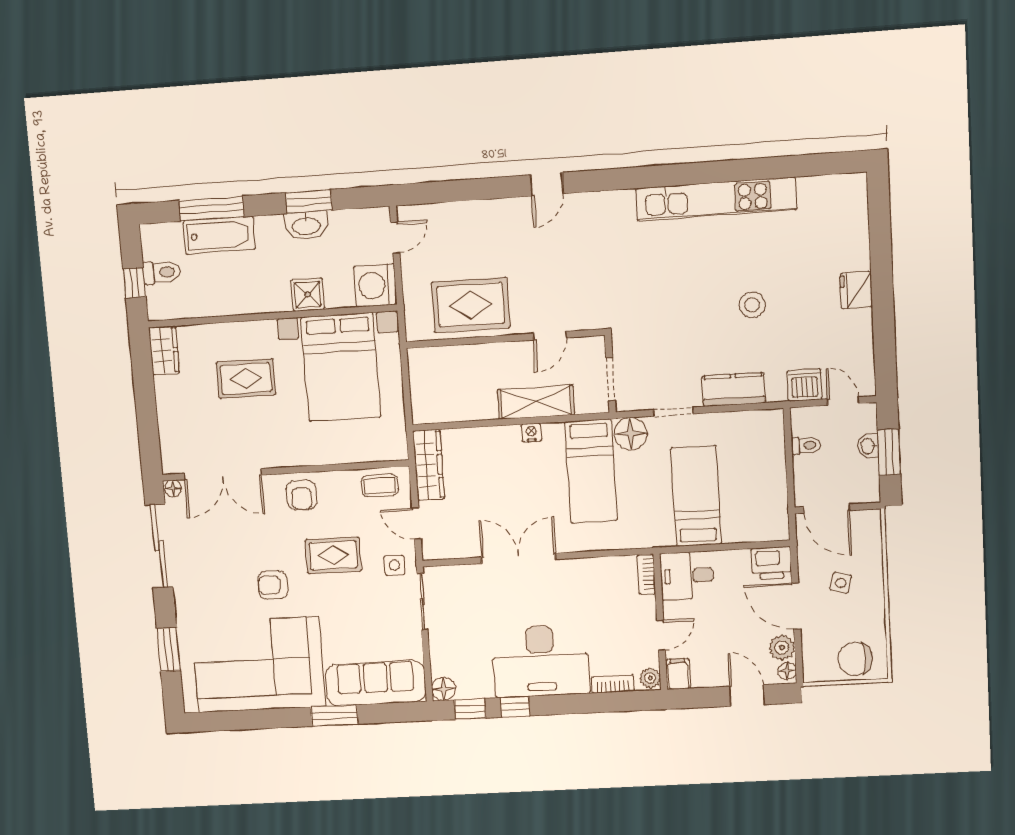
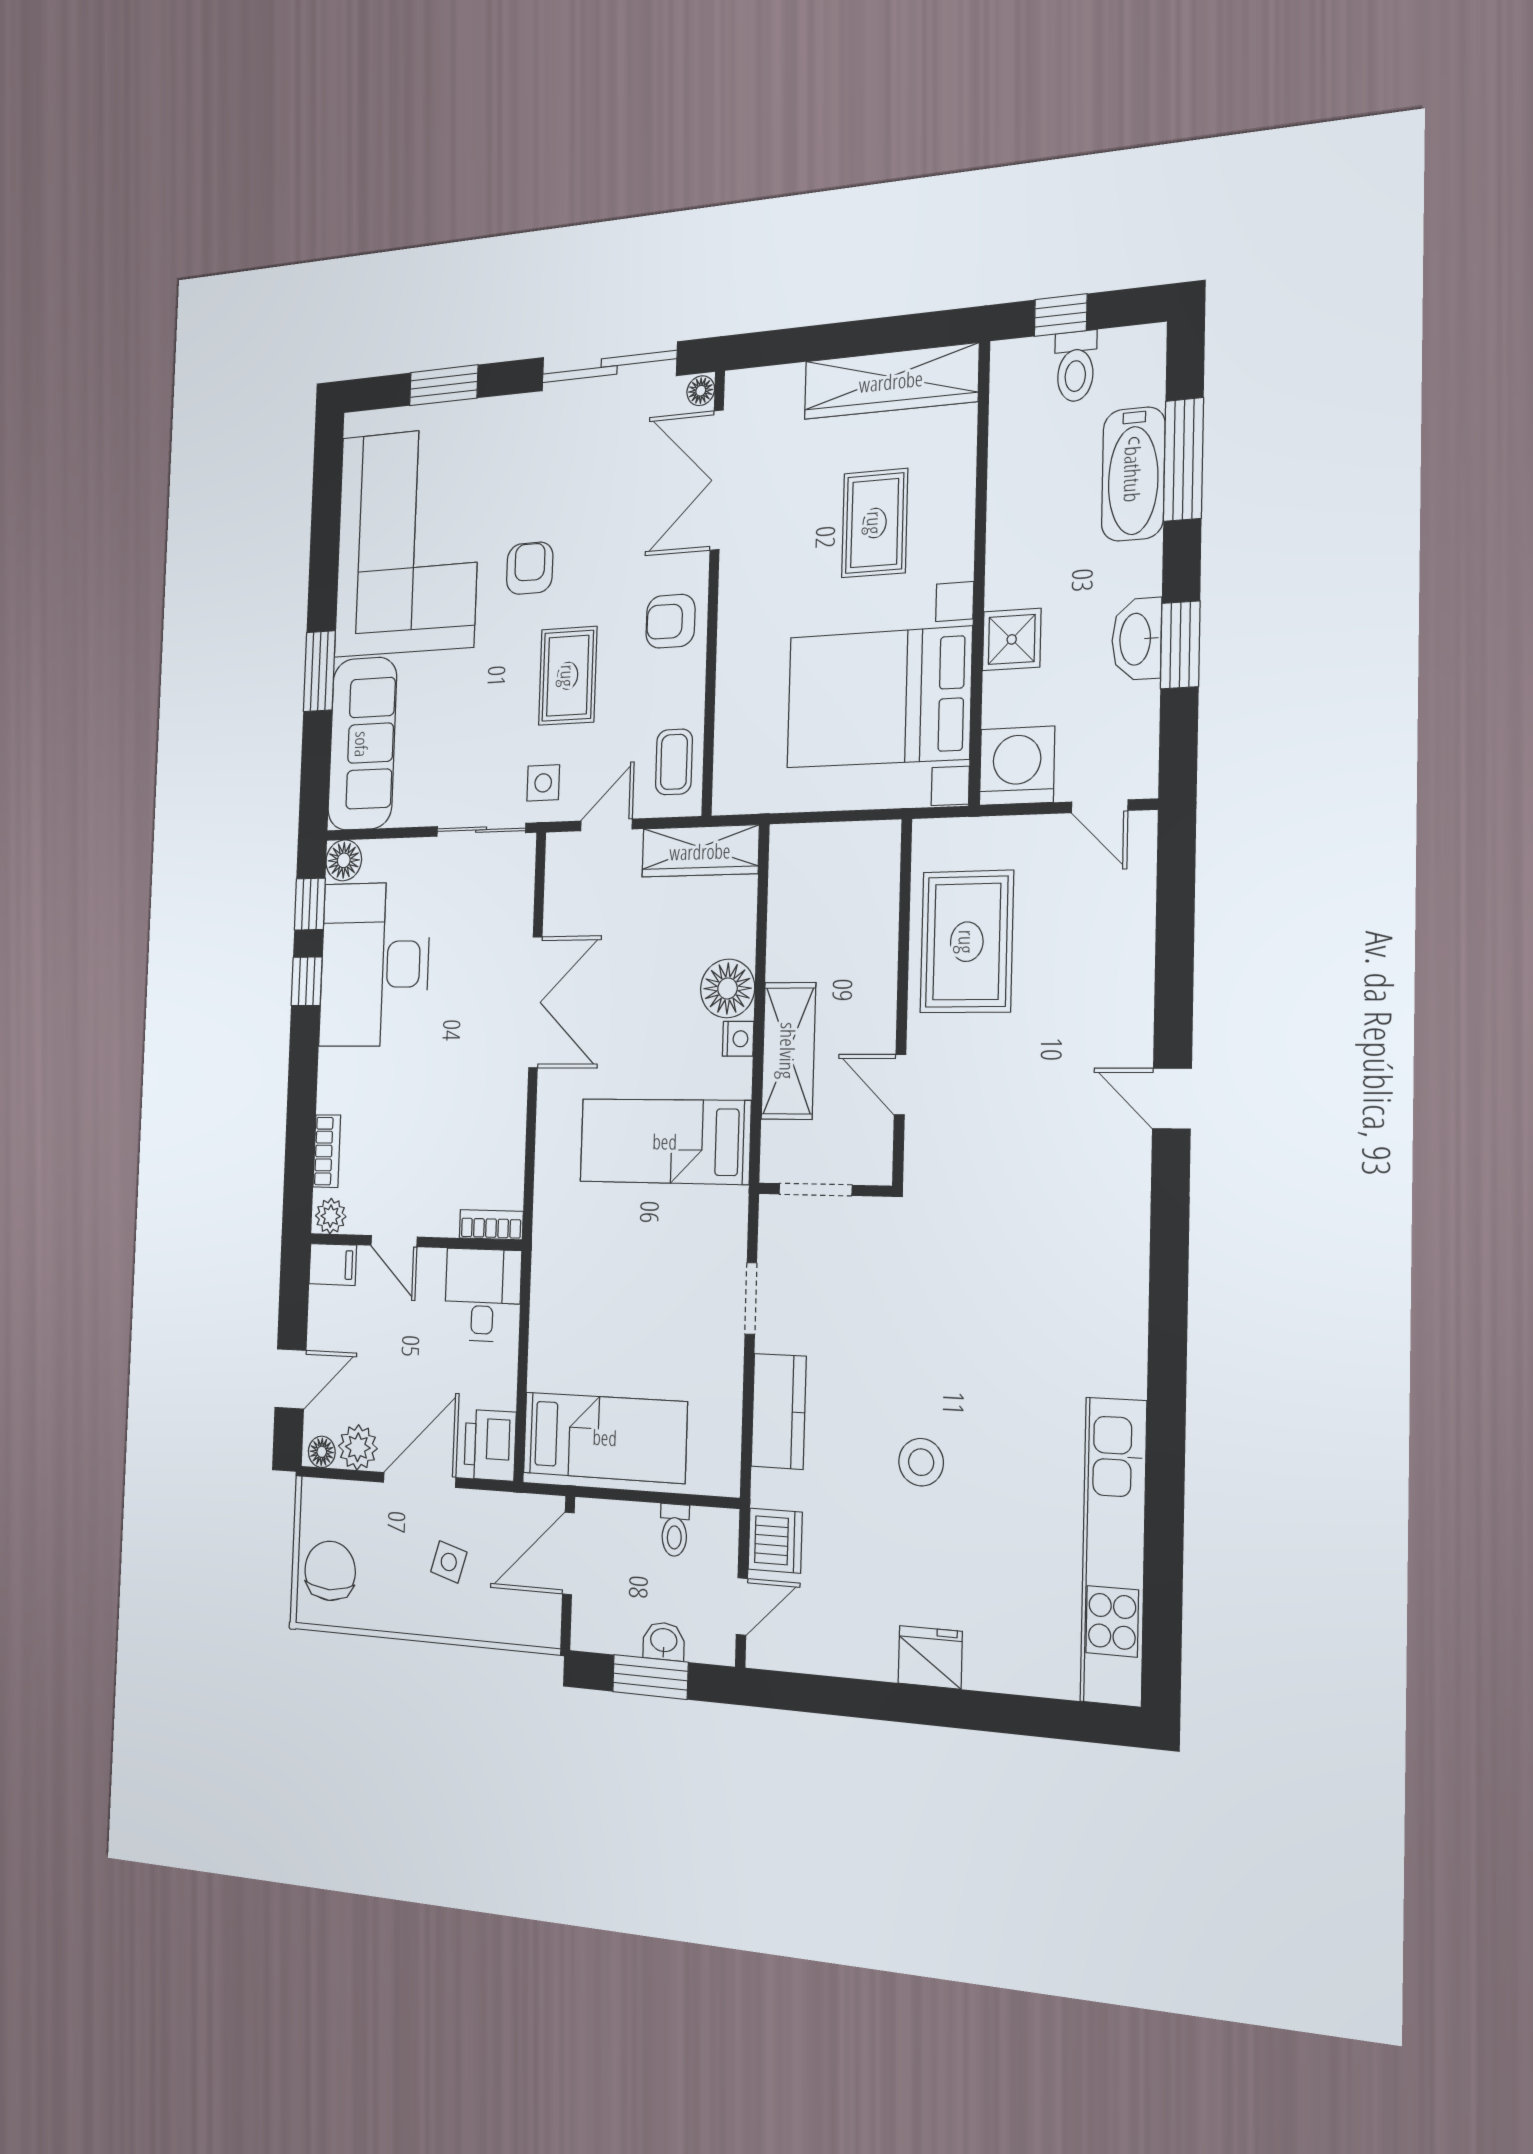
kitchen unit: (716, 199) -> (1113, 1551), moved
wardrobe: (164, 350) -> (891, 381), width x2.10, depth x1.17
floor lamp: (630, 434) -> (728, 988), moved
bed: (696, 496) -> (605, 1437), moved
desk: (541, 661) -> (375, 964), moved

